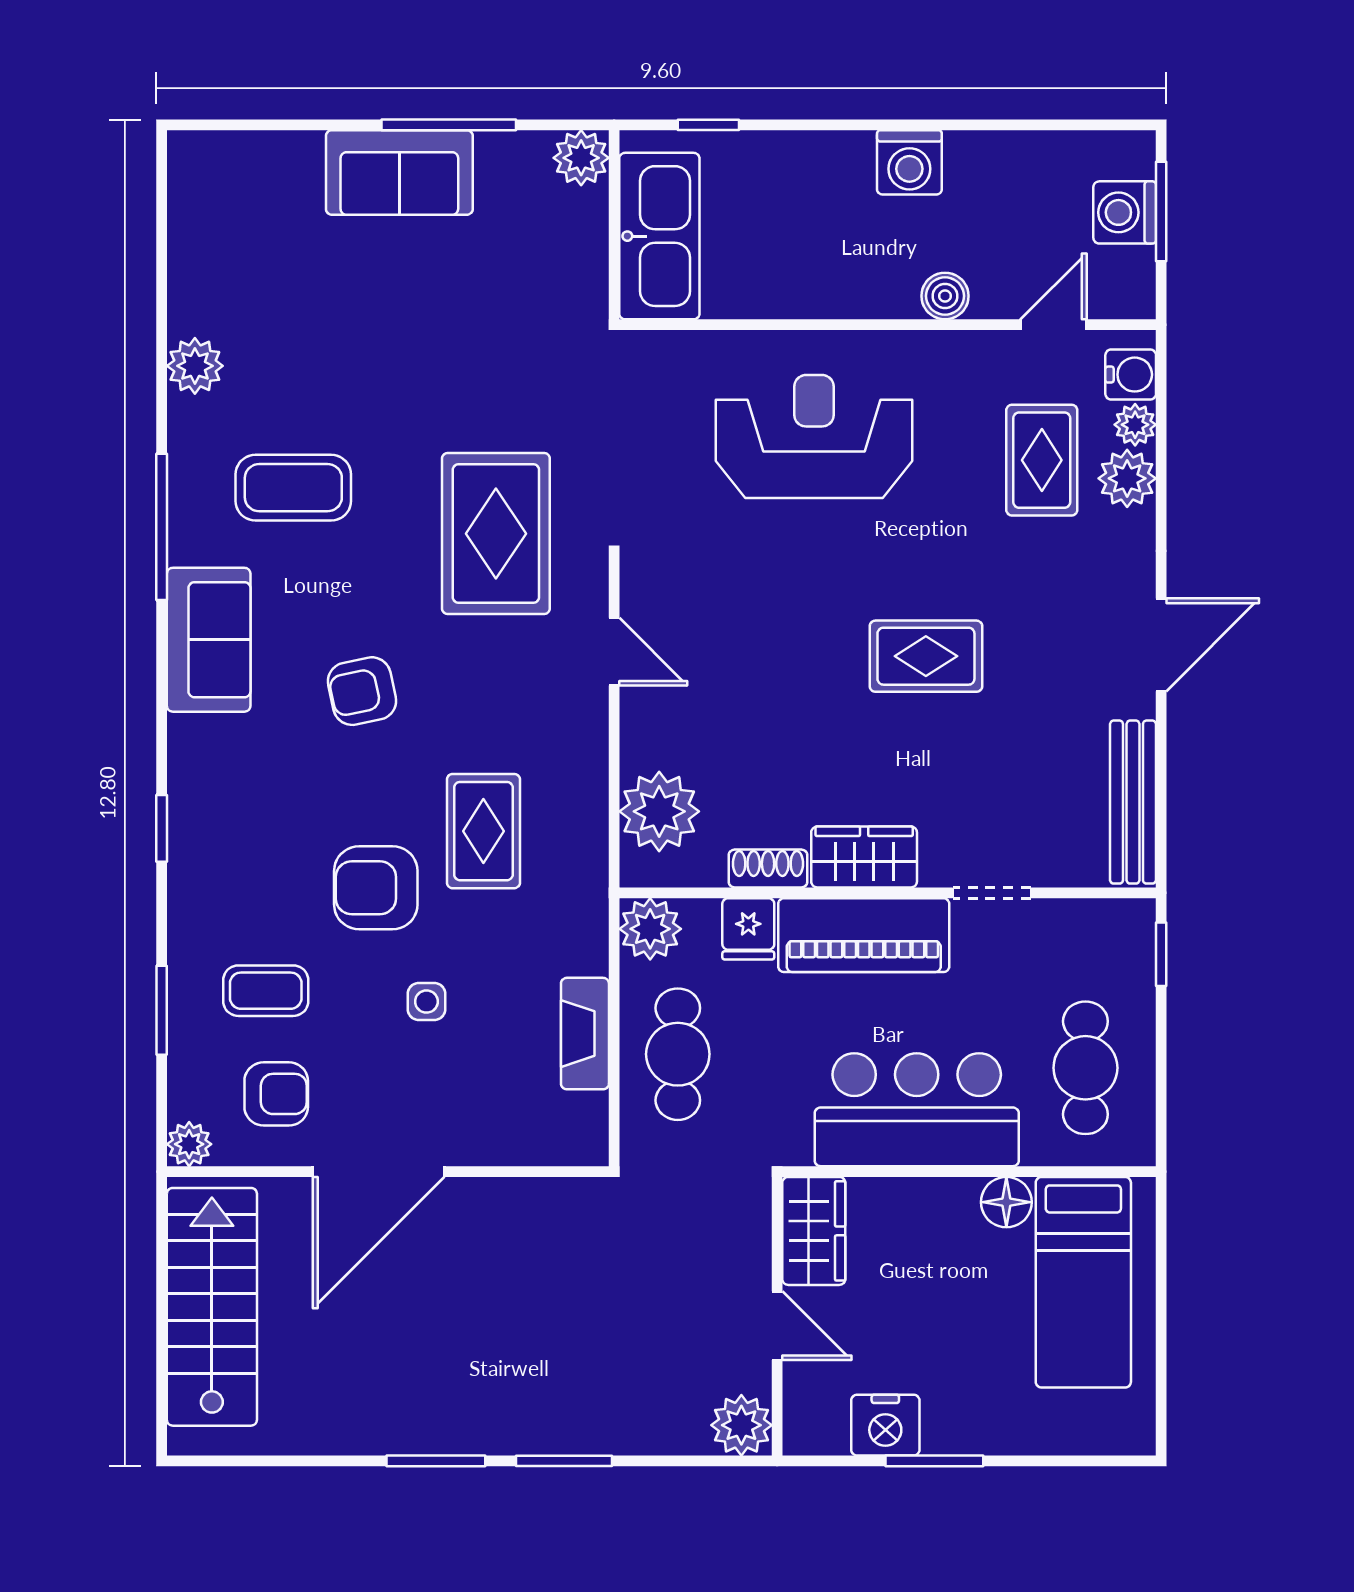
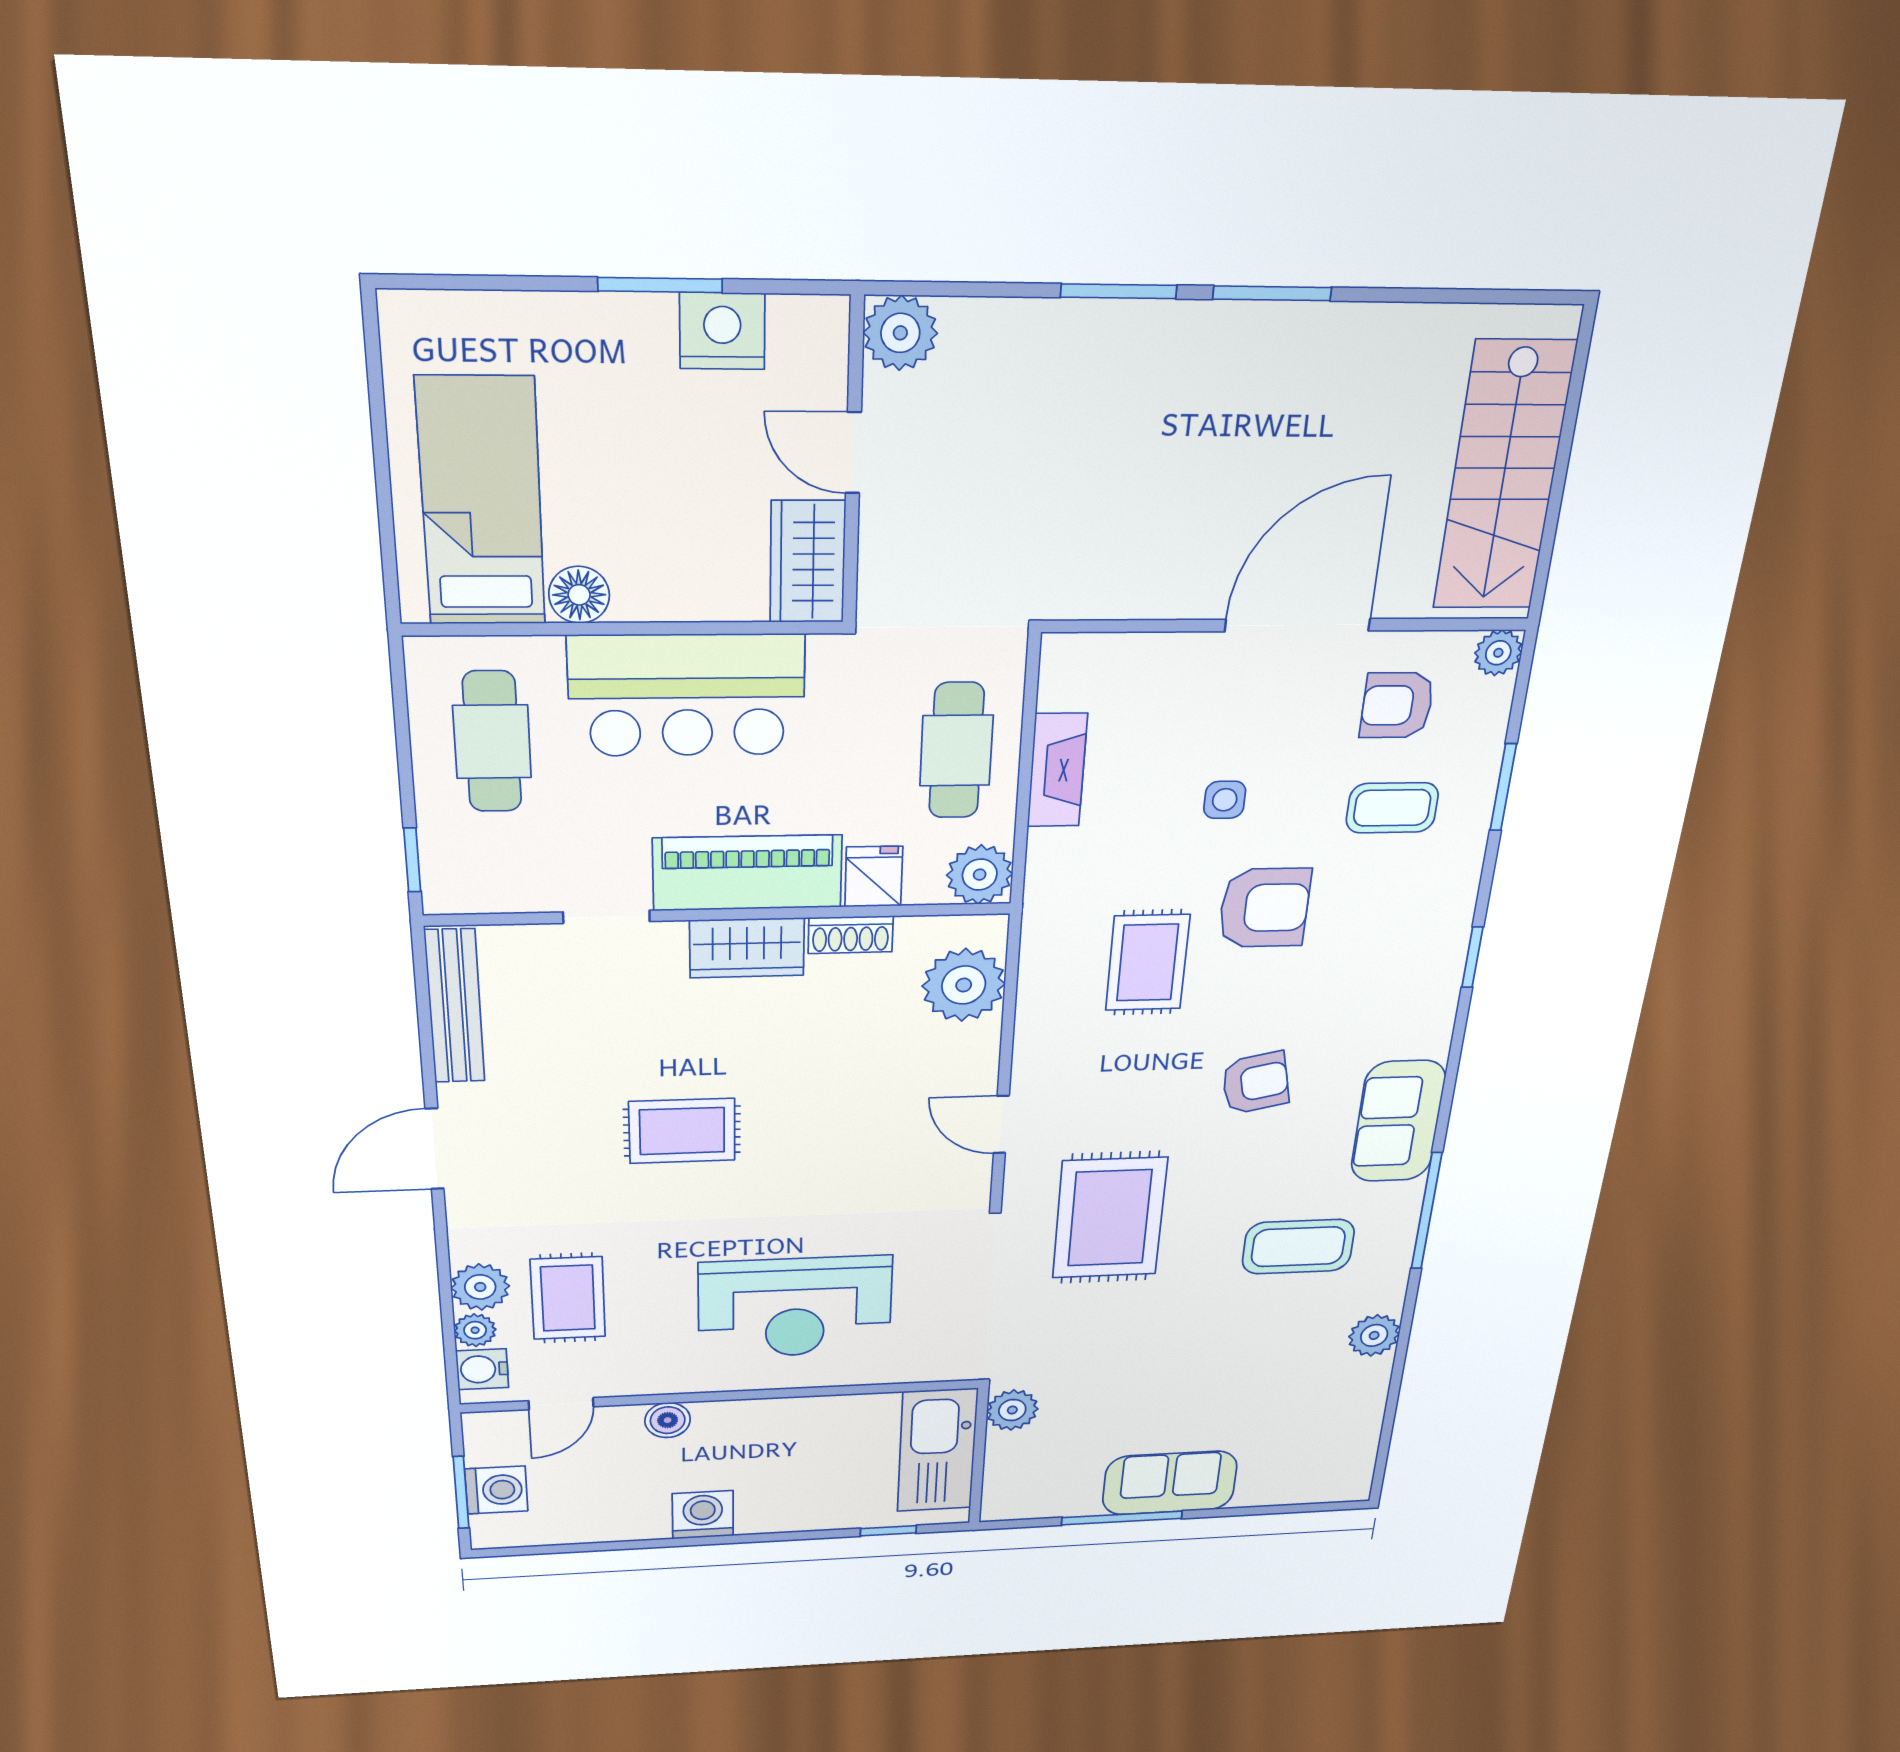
plant: (581, 158) -> (1012, 1410), moved

